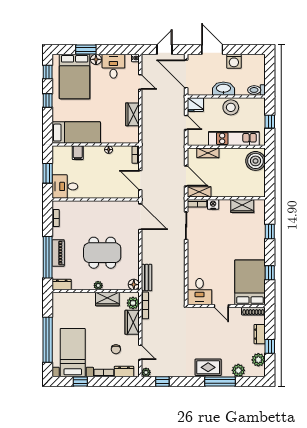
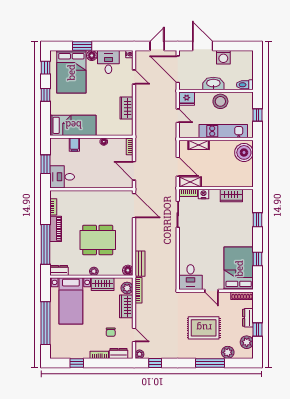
piano: (58, 253) -> (56, 229), moved
bed with nightstands: (73, 353) -> (71, 301), moved, turned 180
rug: (208, 367) -> (204, 328), moved, width x1.36, depth x1.43

